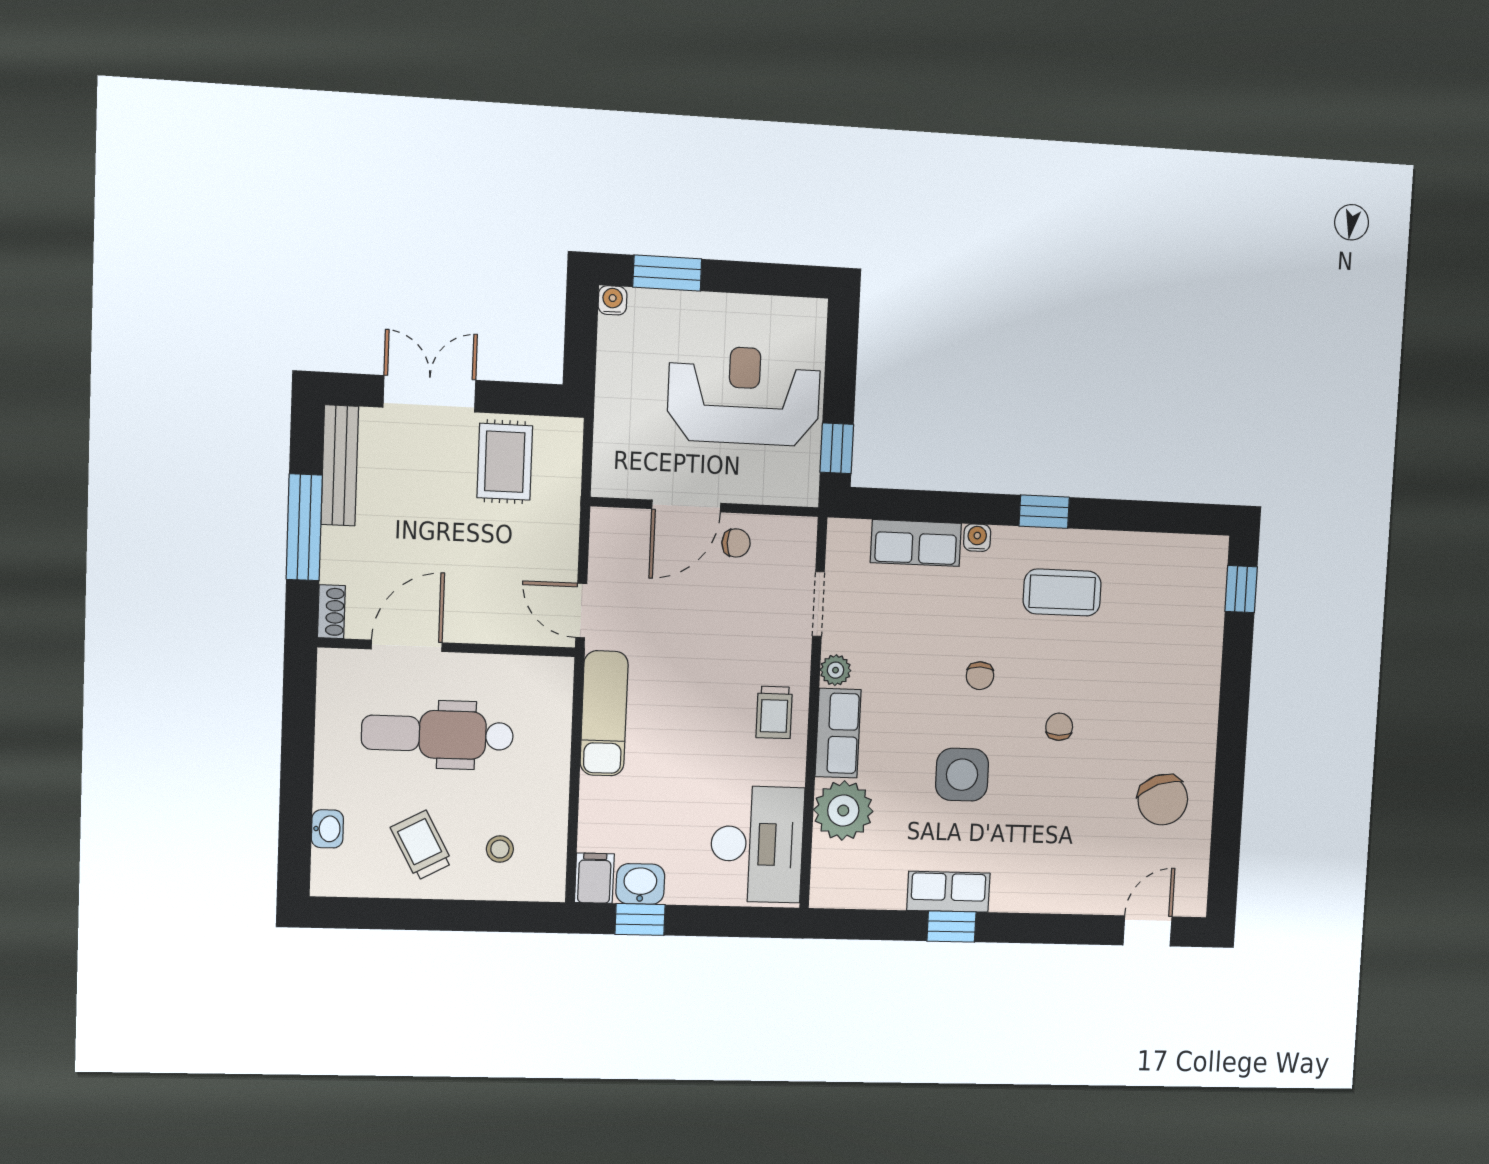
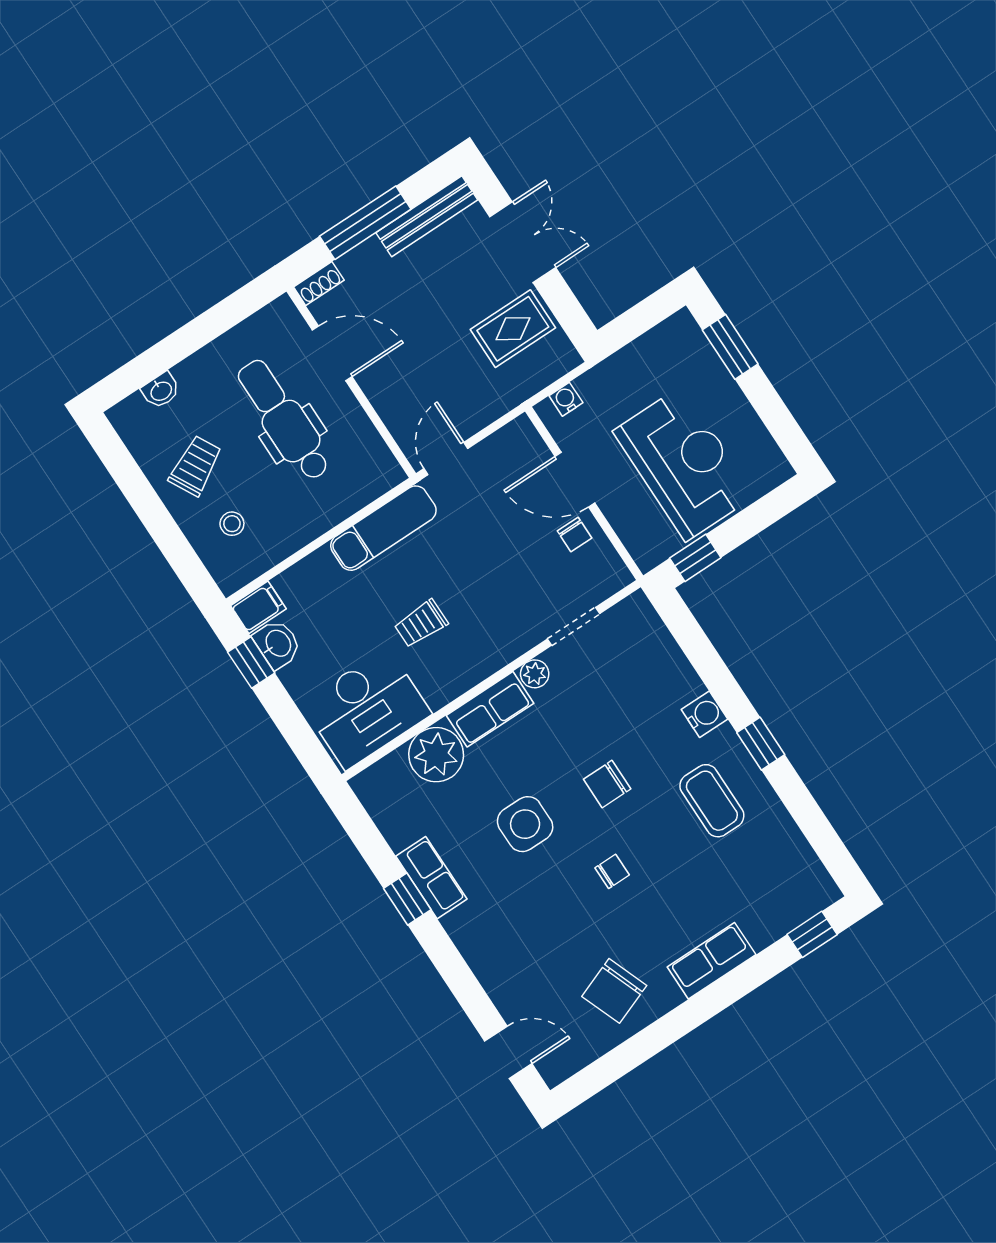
water cooler: (613, 300) -> (566, 399), moved, turned -90
water cooler: (977, 538) -> (705, 714), width x1.38, depth x1.38
row of seats: (916, 543) -> (712, 961), moved, turned 90
chair: (980, 676) -> (607, 784), width x1.37, depth x1.37
trolley: (774, 712) -> (421, 624), moved

